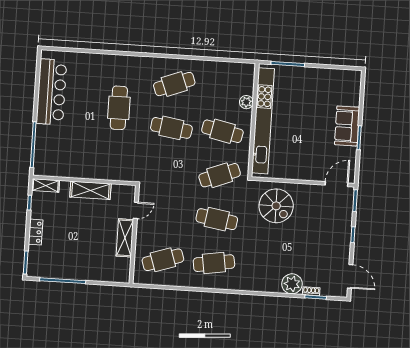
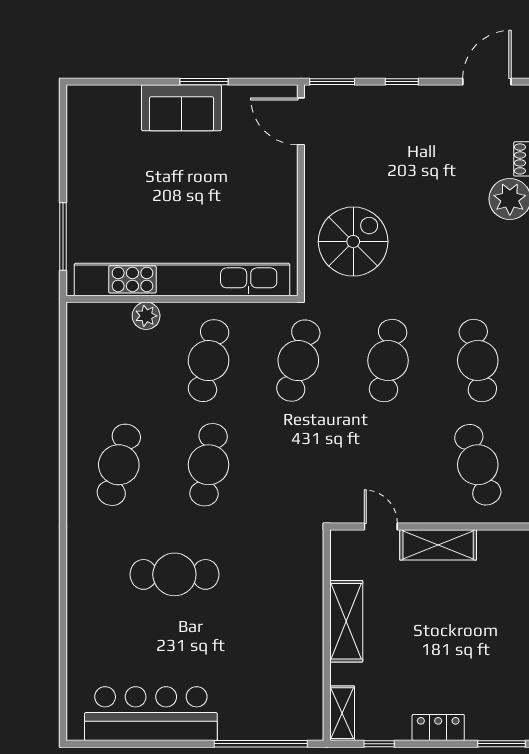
cafe table: (174, 84) -> (119, 465), turned 36
cafe table: (220, 175) -> (298, 361), turned 36

